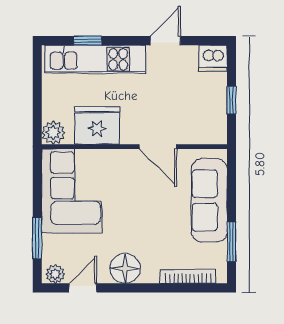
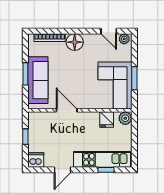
fridge: (97, 126) -> (107, 120), width x0.53, depth x0.75
window: (37, 238) -> (134, 78), moved
window: (232, 242) -> (25, 74), moved
floor lamp: (125, 268) -> (75, 42), moved
door: (83, 288) -> (109, 31), hinge flipped

